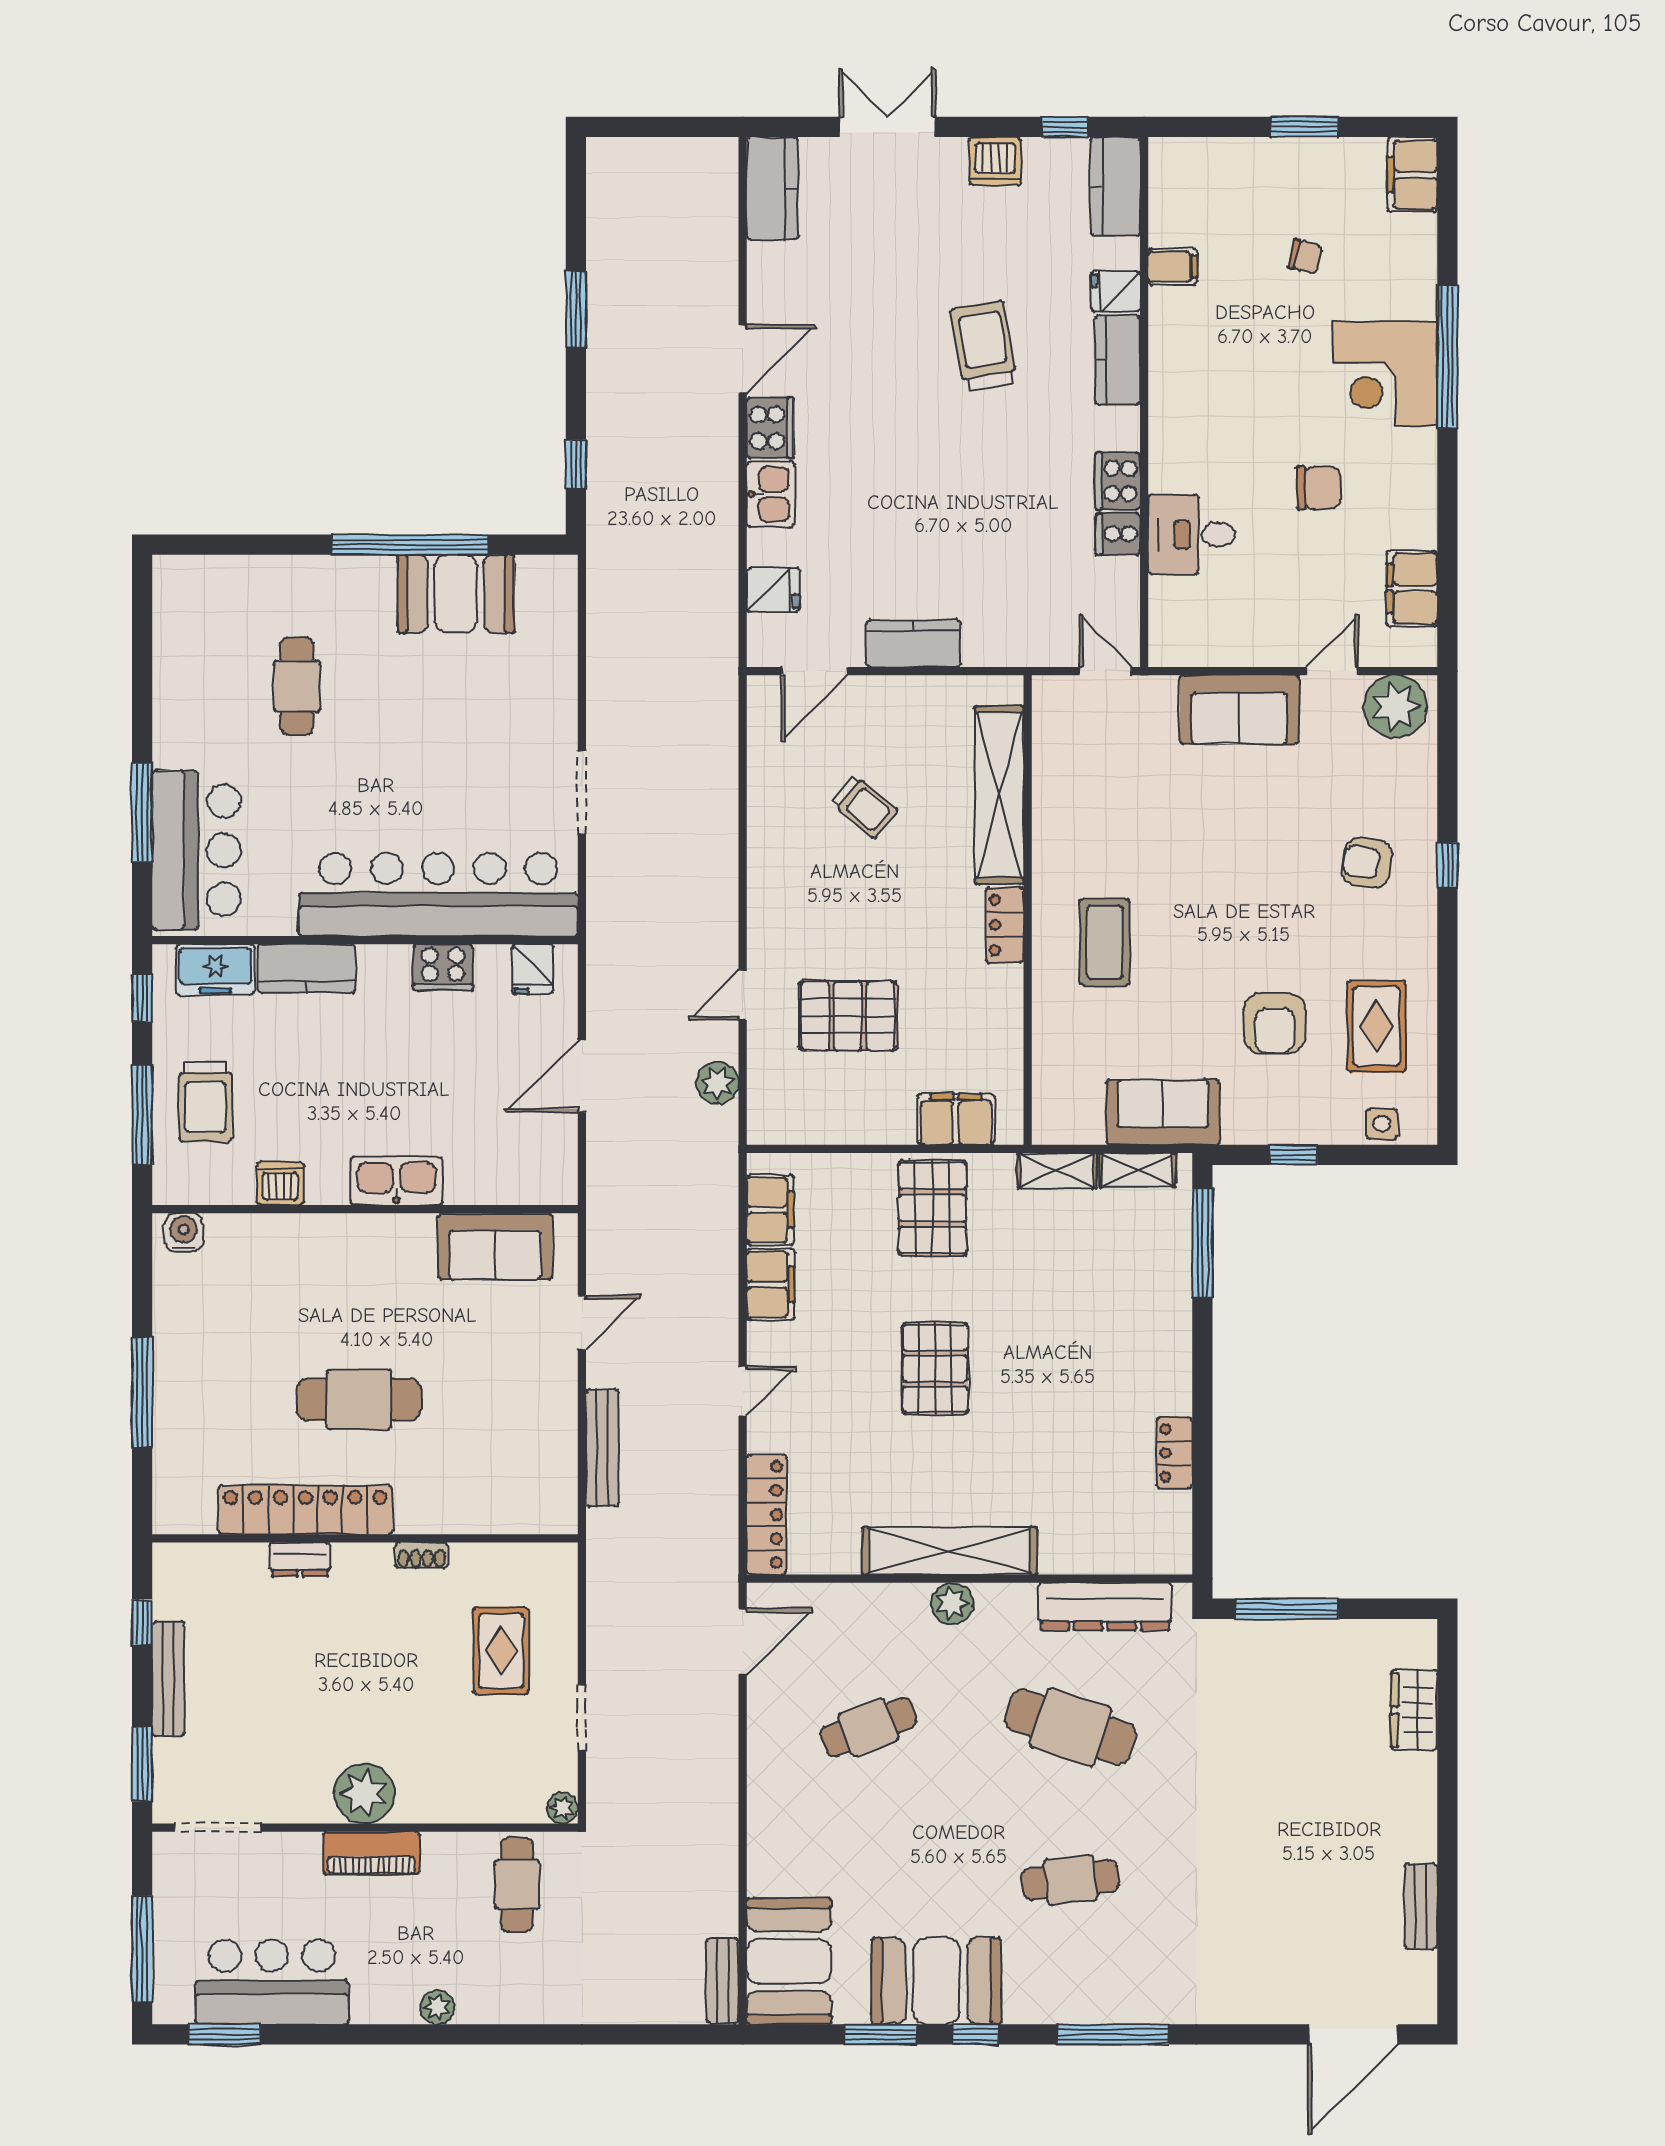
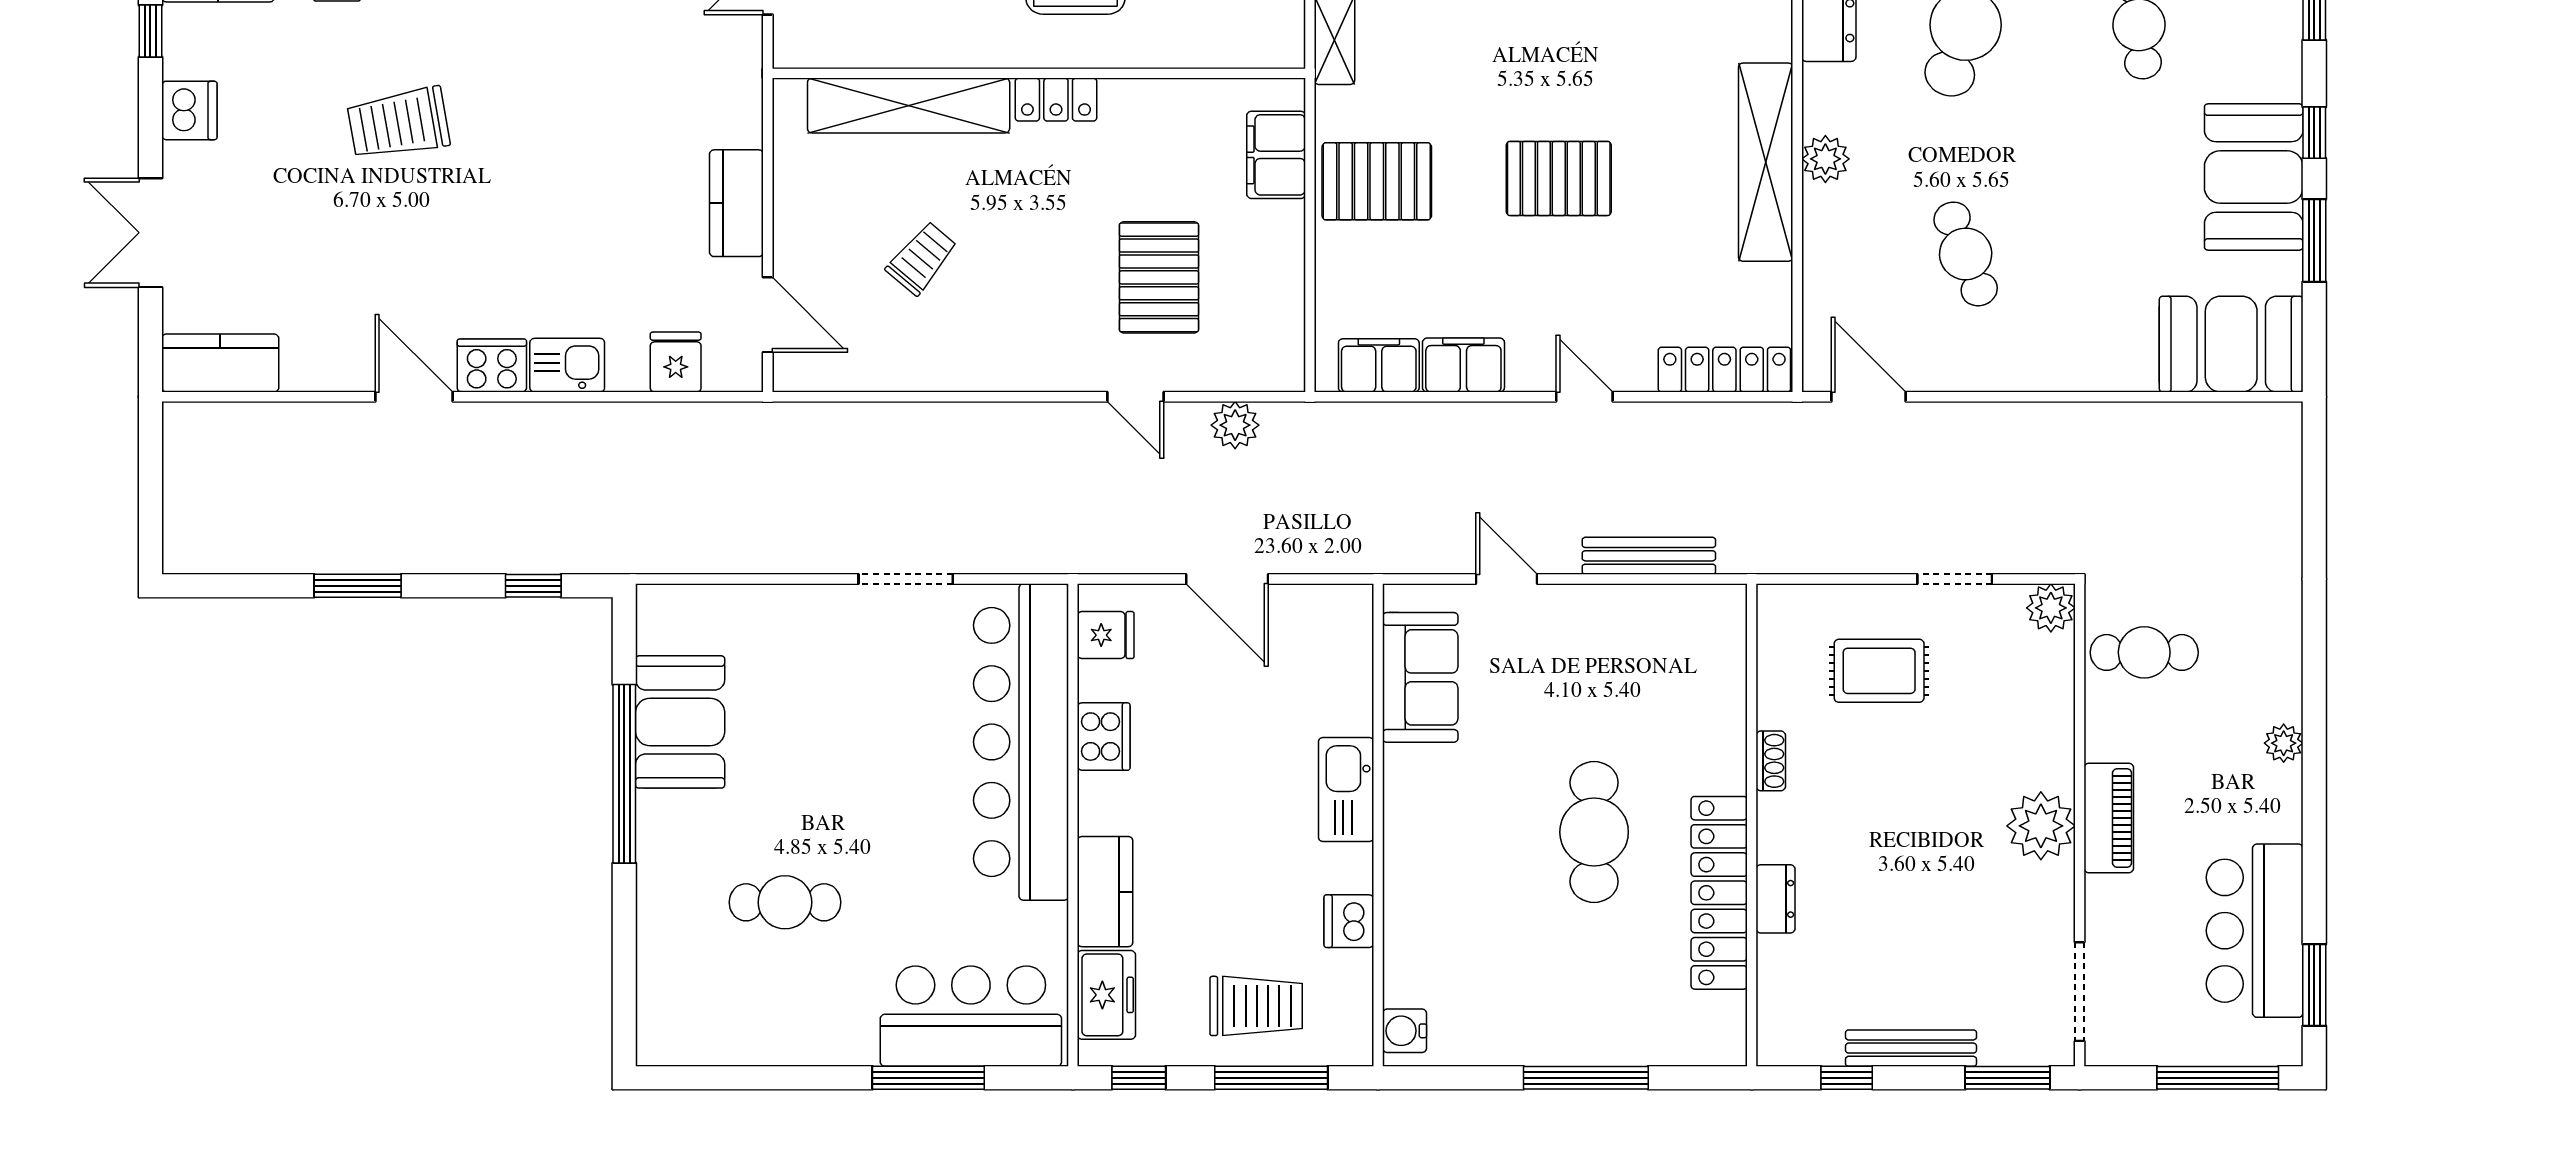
plant: (562, 1808) -> (2051, 608), width x1.38, depth x1.38
bench: (722, 1981) -> (2253, 420), removed

